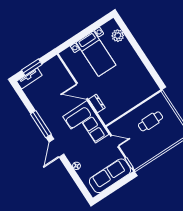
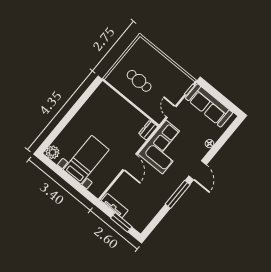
plant: (118, 36) -> (52, 152), moved
tv unit: (29, 78) -> (115, 206), moved
dresser: (97, 103) -> (148, 130), moved
door: (57, 148) -> (198, 170), hinge flipped

